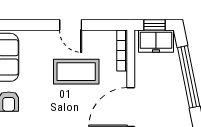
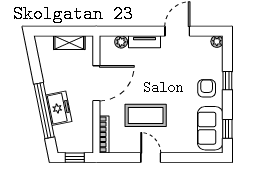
freezer: (156, 41) -> (59, 108), moved, turned 79

